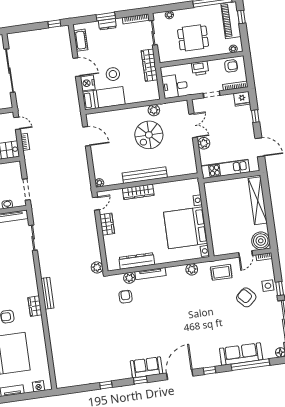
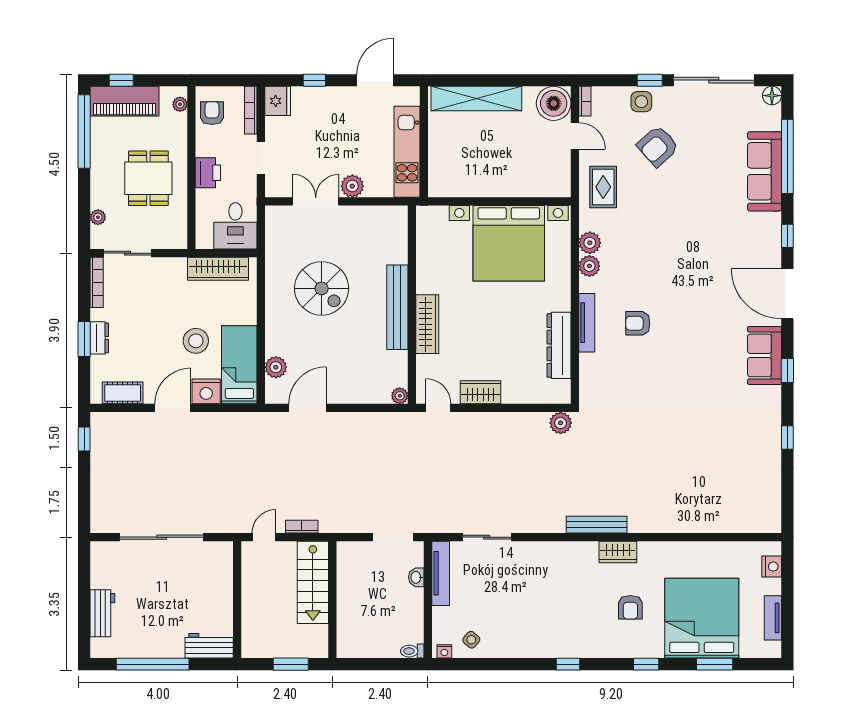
wardrobe: (149, 65) -> (218, 269), moved
plant: (154, 110) -> (276, 367), moved
plant: (129, 278) -> (589, 266), moved
armchair: (126, 297) -> (638, 323), moved

